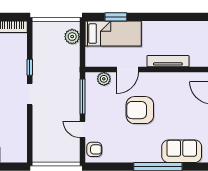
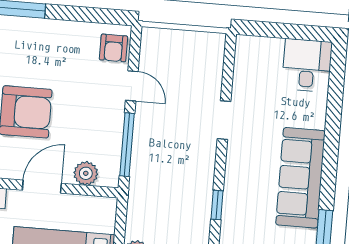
doorway: (30, 94) -> (224, 120), moved
armchair: (94, 149) -> (113, 48), turned -90

